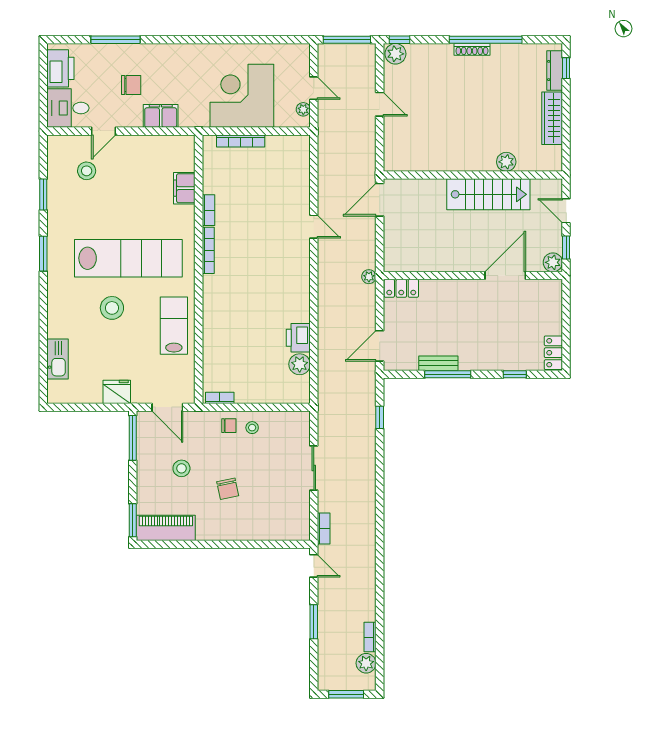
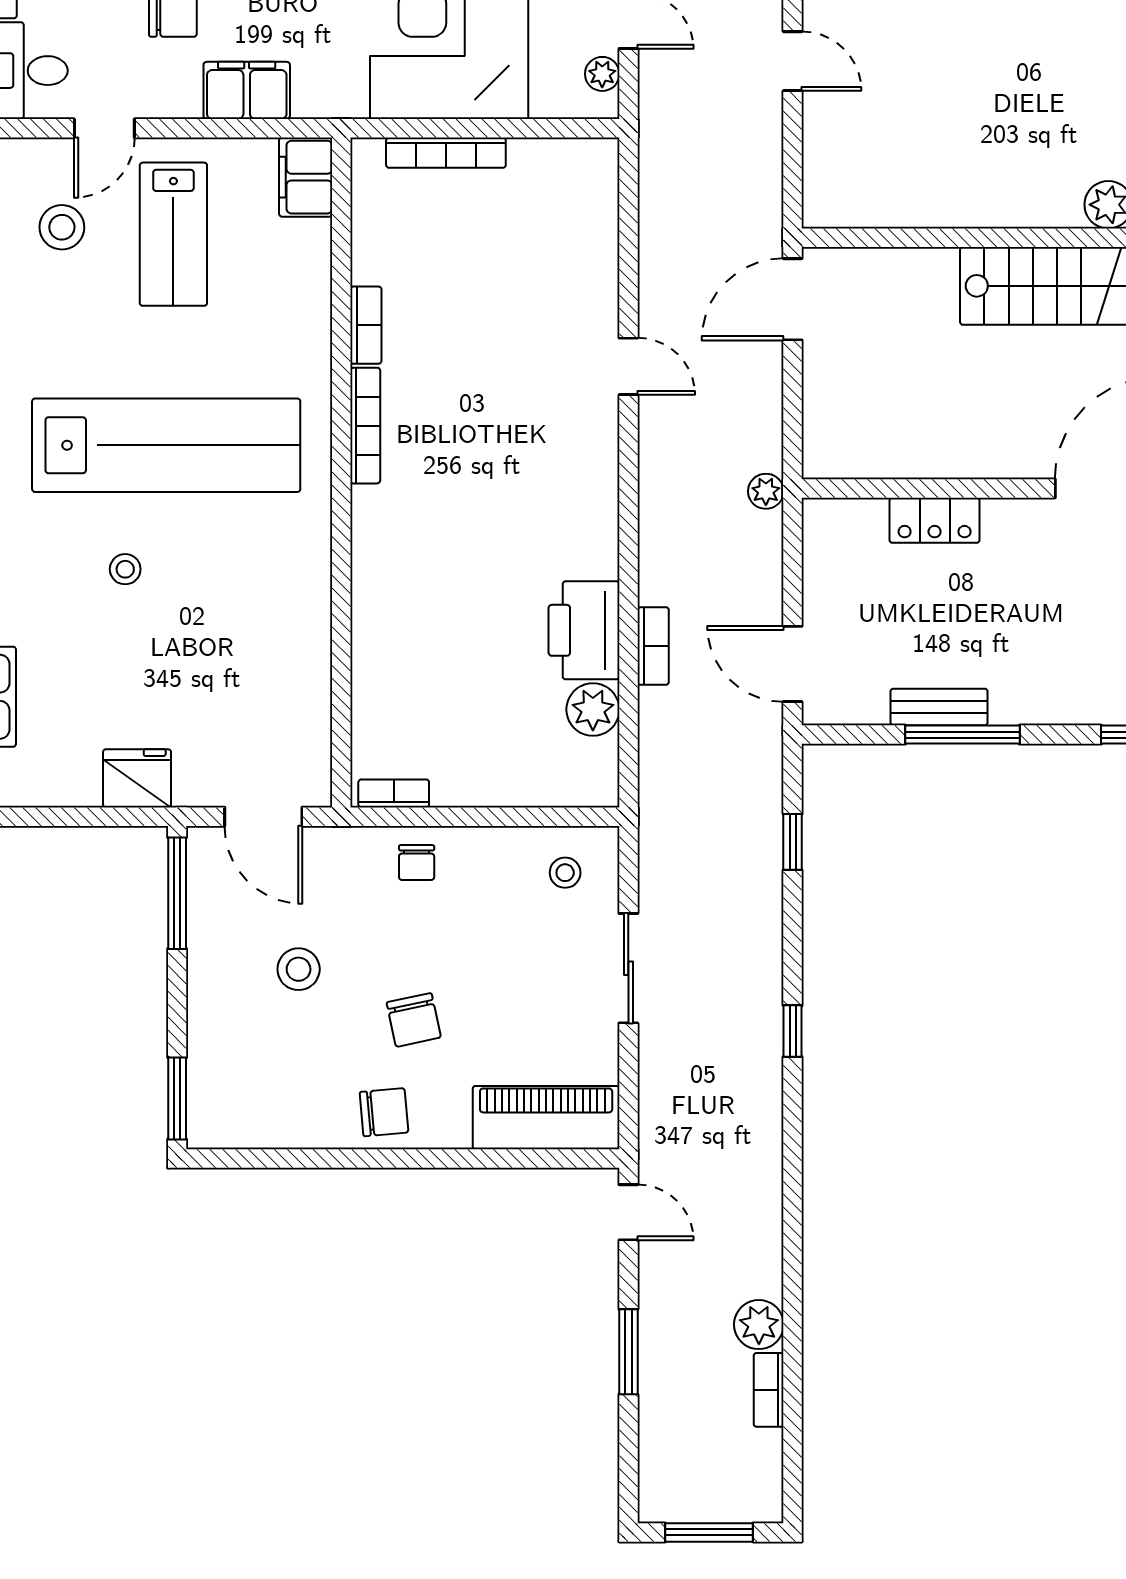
filing cabinet: (184, 188) -> (306, 177), moved
locker: (401, 288) -> (935, 520), moved
stool: (112, 308) -> (125, 569), width x0.53, depth x0.53
lab bench: (174, 326) -> (173, 234), moved, turned 180
printer: (298, 338) -> (584, 630), width x1.37, depth x1.19
door: (380, 346) -> (793, 664), hinge flipped
chair: (229, 426) -> (417, 863), turned 90
stool: (252, 428) -> (565, 873), moved
window: (380, 493) -> (793, 1031), added
chair: (216, 526) -> (384, 1112), added
piano: (166, 528) -> (546, 1118), moved
bookcase: (324, 529) -> (653, 646), moved
plant: (366, 663) -> (759, 1325), moved

